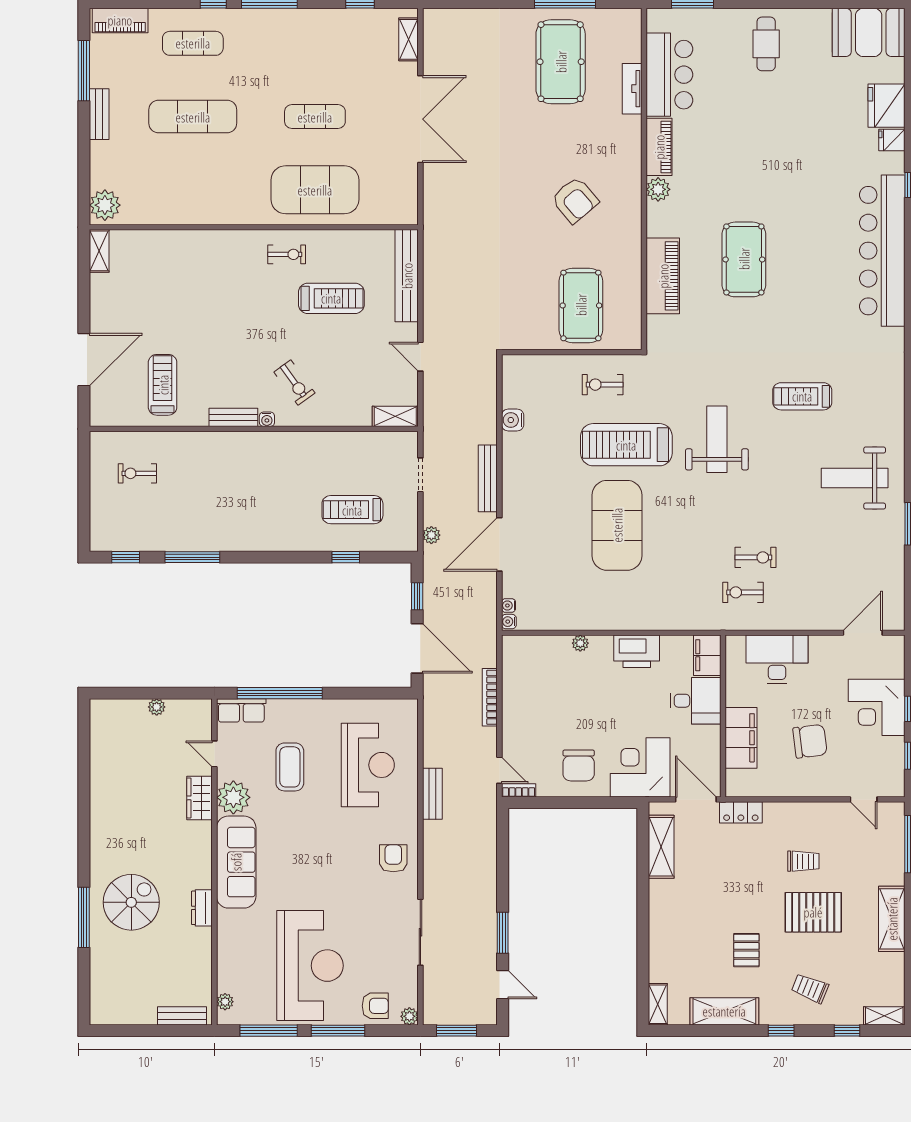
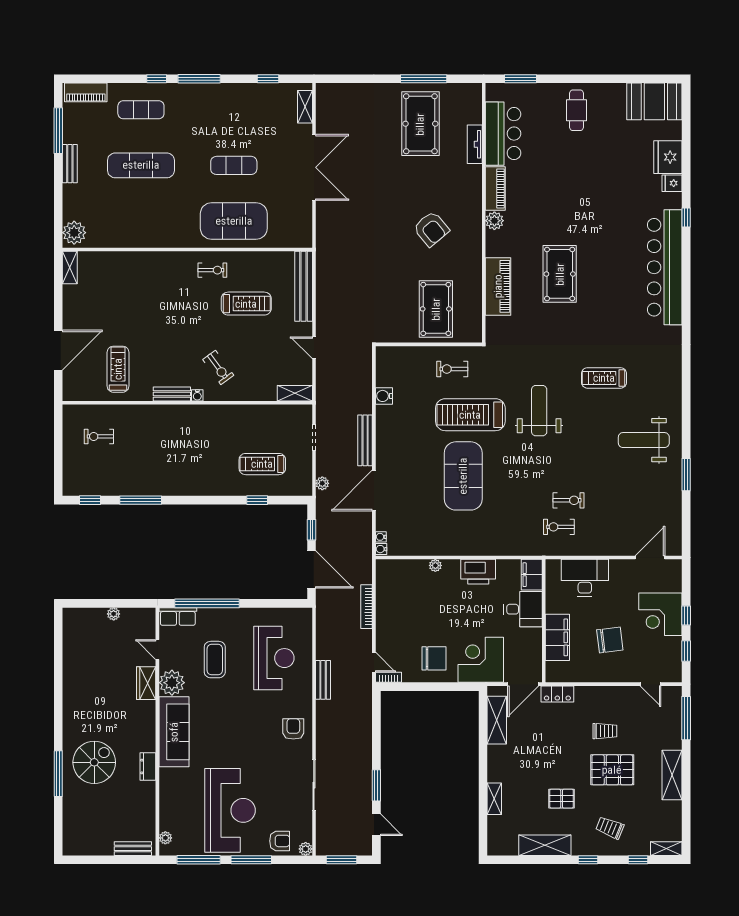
chair: (579, 765) -> (434, 658), turned -90
door: (696, 799) -> (523, 684), swing flipped
pallet: (746, 950) -> (562, 799), turned 90
shelving: (658, 1004) -> (494, 799), moved

